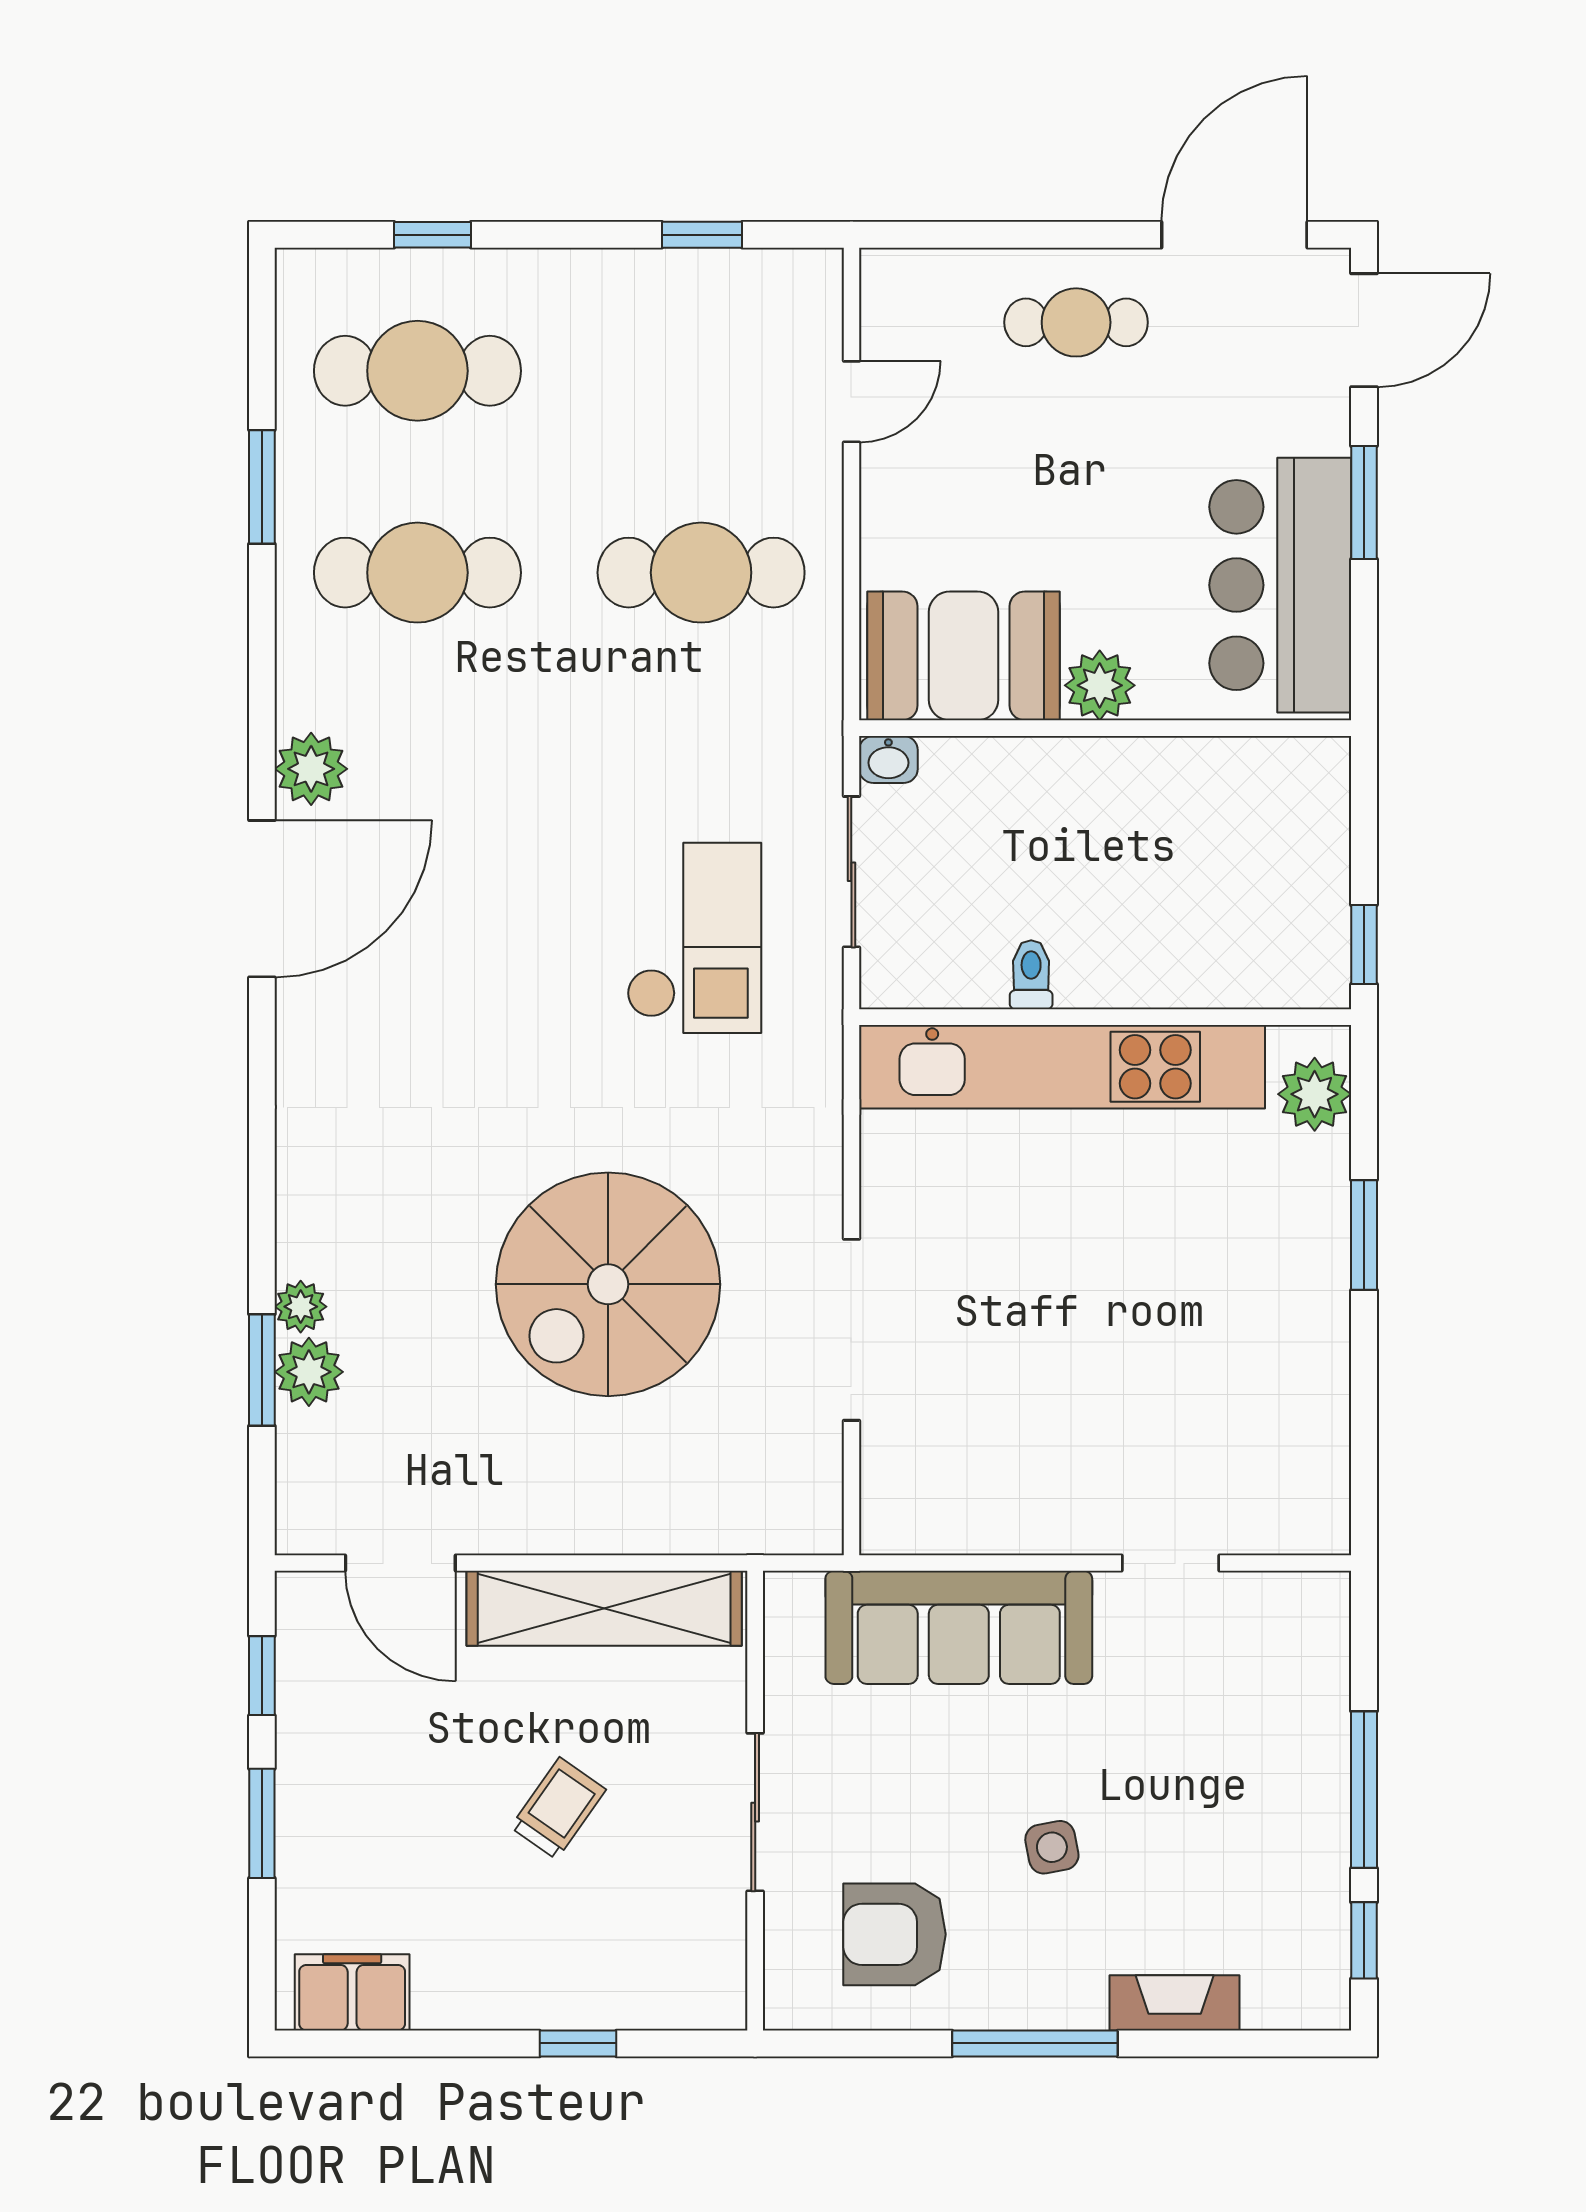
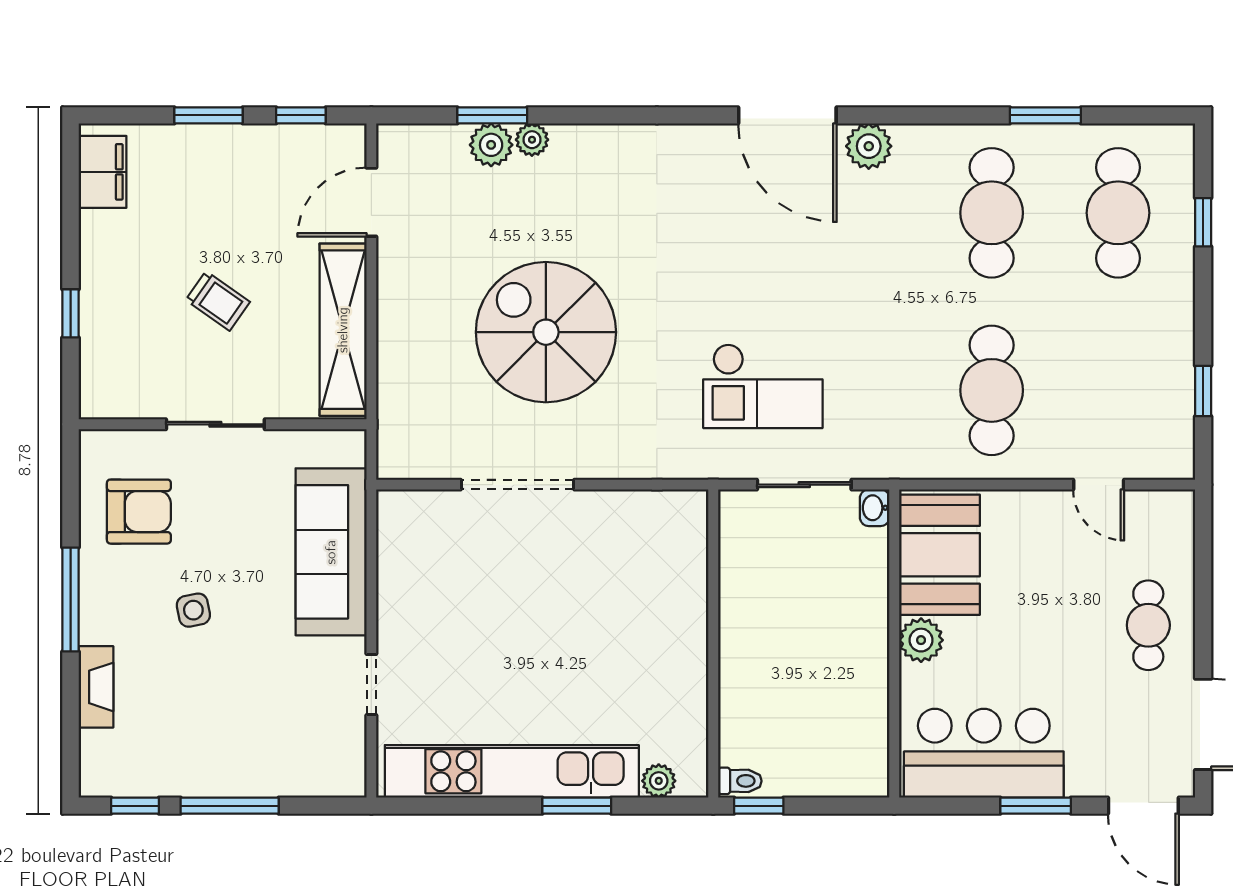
toilet: (1031, 975) -> (740, 781), moved
kitchen unit: (1062, 1067) -> (512, 771), moved, turned 90
plant: (1315, 1094) -> (659, 781), width x0.73, depth x0.73
armchair: (894, 1934) -> (139, 512), turned 90

